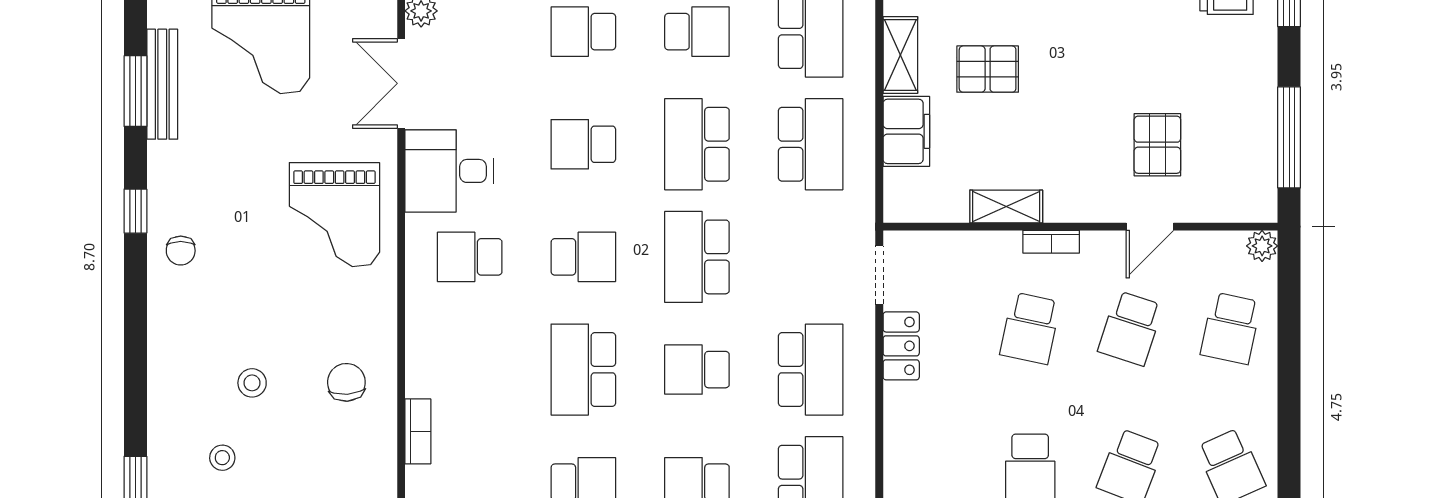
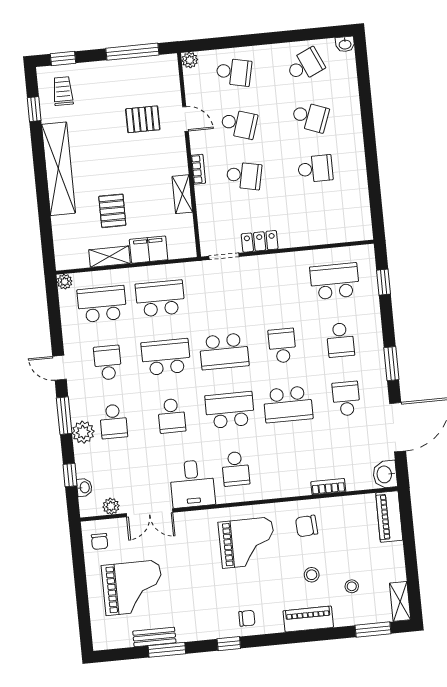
bench: (162, 84) -> (154, 637), width x0.73
school desk: (697, 144) -> (166, 357), turned 180
grand piano: (334, 215) -> (247, 543), moved
school desk: (583, 257) -> (230, 410), width x1.85
piano: (168, 368) -> (308, 619), added
school desk: (697, 370) -> (282, 346), turned 180
school desk: (811, 370) -> (276, 287), removed

